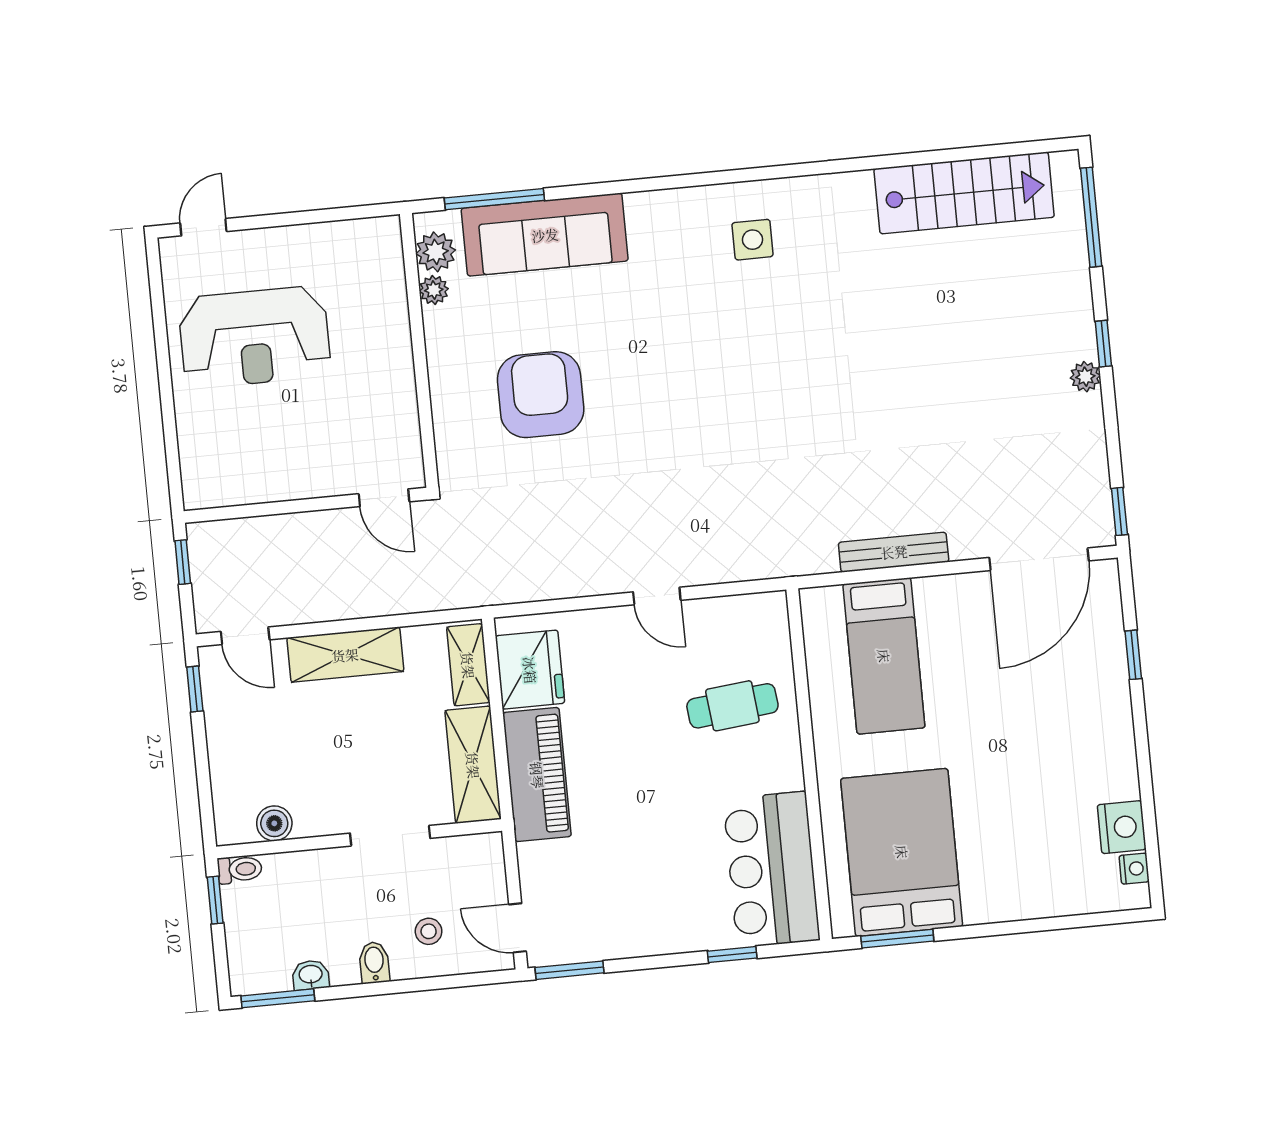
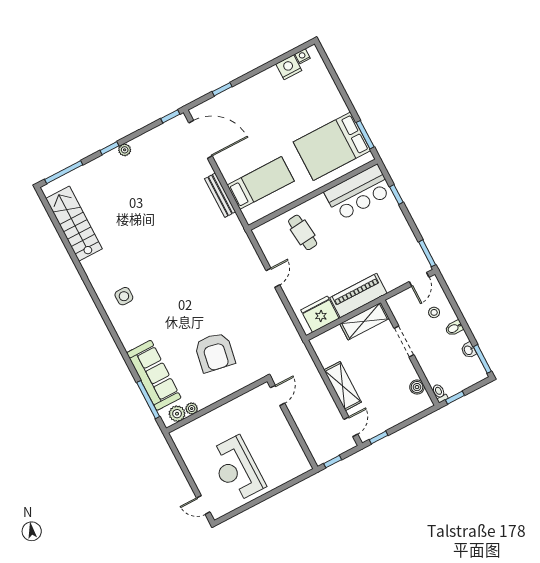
reception desk: (255, 337) -> (237, 469), turned 180
armchair: (541, 395) -> (215, 352), turned -80
shelving: (468, 665) -> (328, 338), removed

